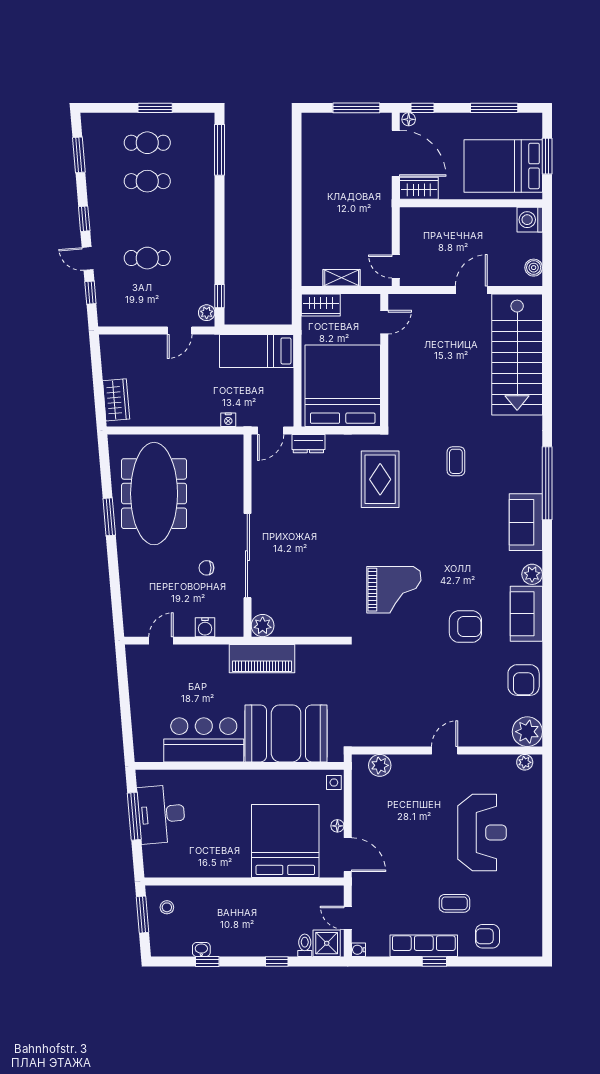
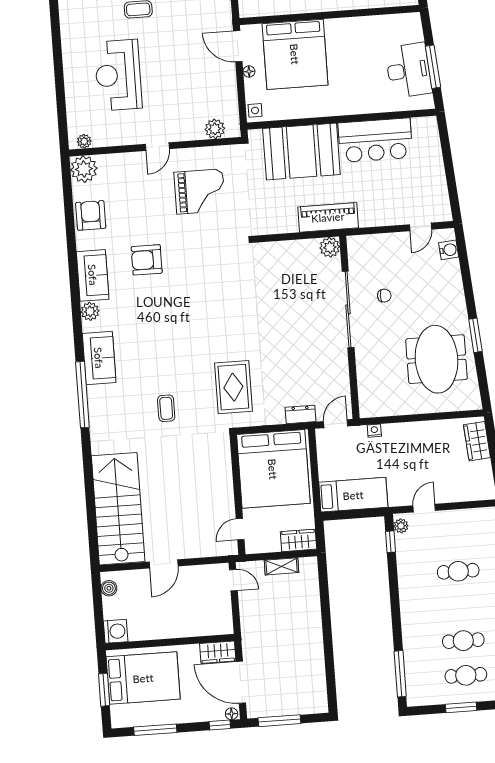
meeting table: (154, 494) -> (436, 359), width x0.73
grand piano: (394, 590) -> (200, 192), moved, turned 180
water cooler: (205, 627) -> (449, 250), moved, turned 85

